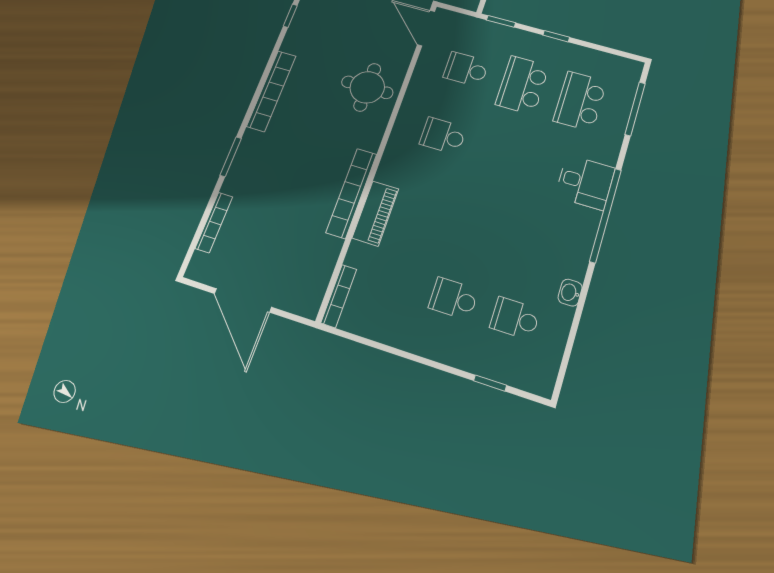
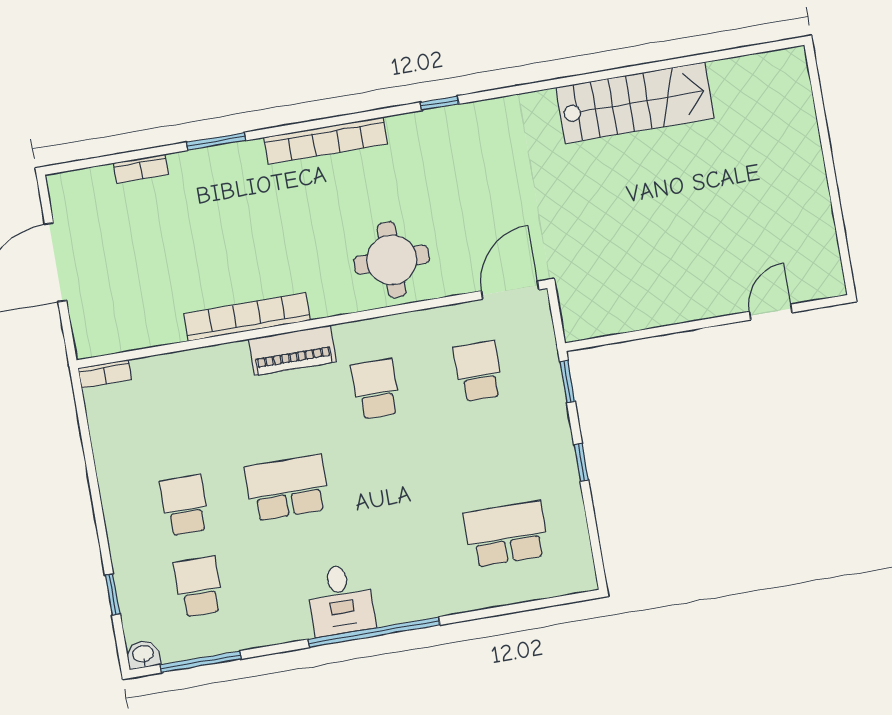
school desk: (522, 85) -> (287, 488), moved
window: (635, 109) -> (201, 662), moved
desk: (585, 182) -> (341, 600), moved
piano: (375, 213) -> (292, 350), moved
bookcase: (214, 222) -> (141, 169), width x0.64
washbasin: (570, 293) -> (143, 654), moved
bookcase: (339, 296) -> (105, 374), width x0.64

